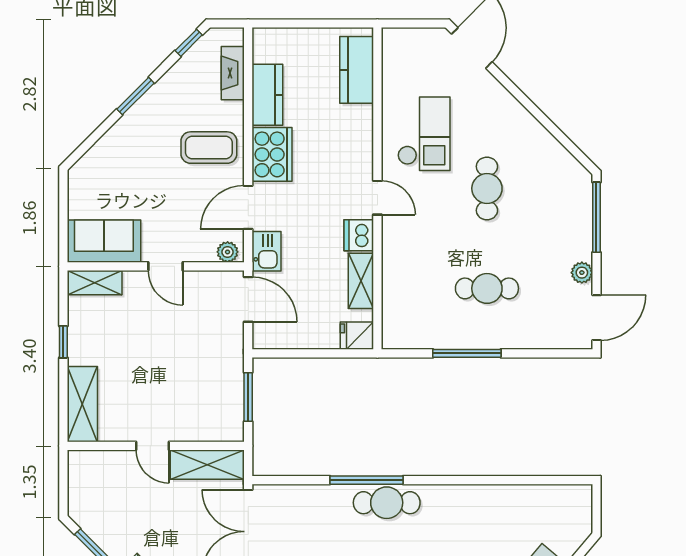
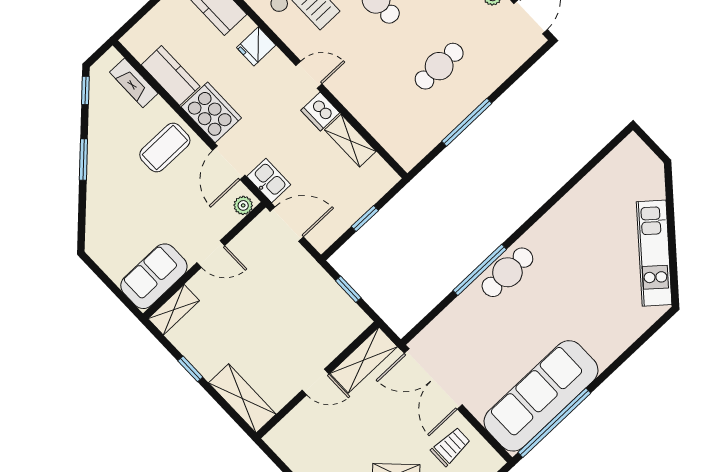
fridge: (357, 336) -> (256, 46), moved
window: (314, 353) -> (365, 219), added
window: (248, 397) -> (348, 289), width x0.67

